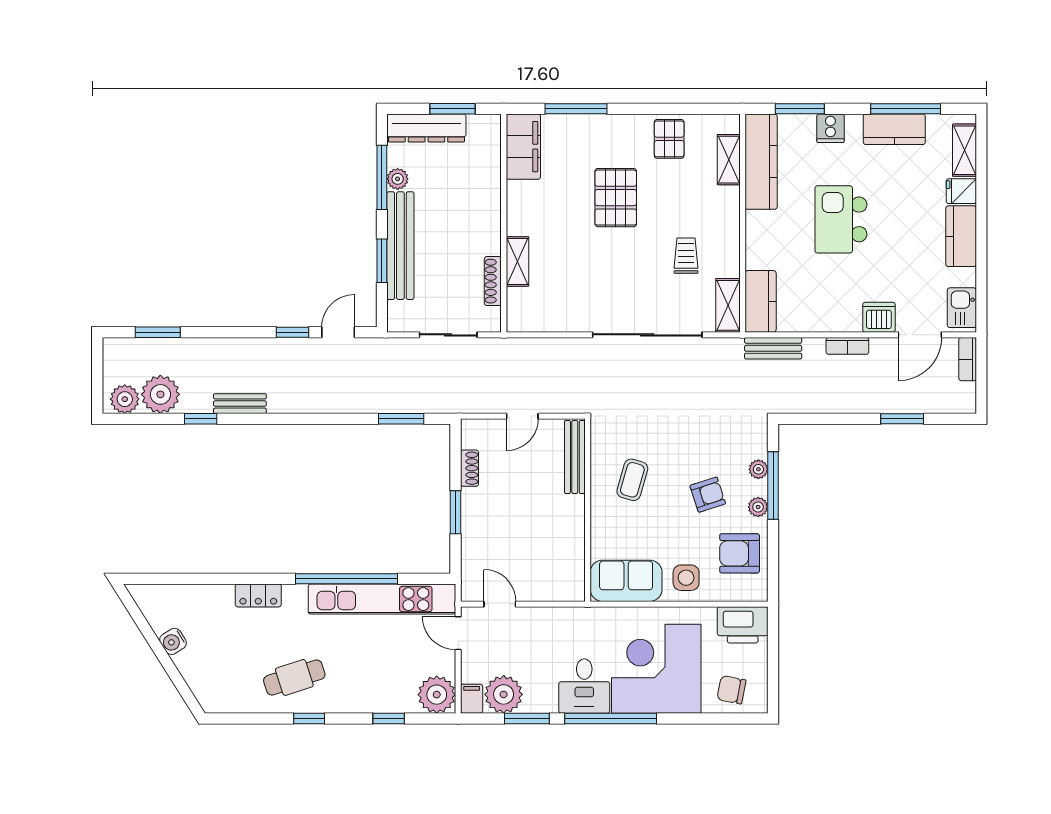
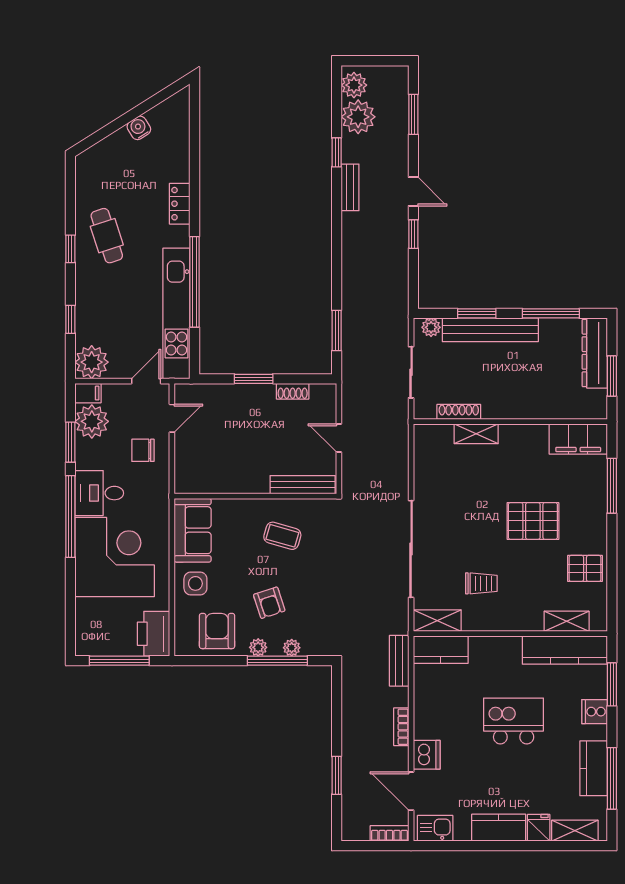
plant: (398, 179) -> (431, 327), moved
door: (338, 332) -> (413, 191), moved
window: (773, 663) -> (119, 661), added
chair: (731, 690) -> (143, 450), moved, turned -101

